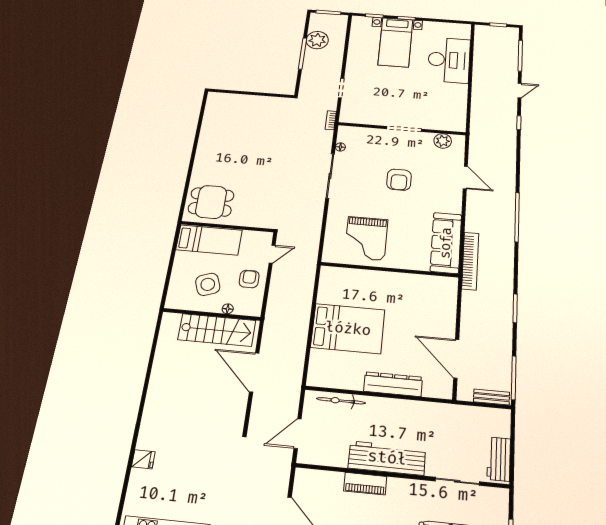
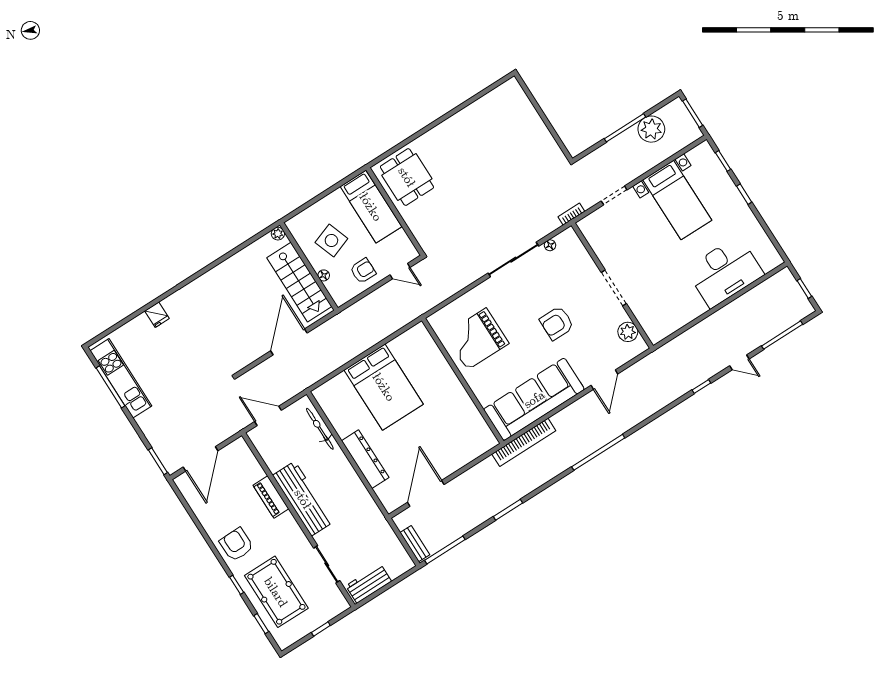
bed with nightstands: (396, 42) -> (677, 200), moved, turned -90
sofa: (446, 243) -> (534, 399), width x1.36, depth x1.27
plant: (168, 318) -> (278, 234), added

